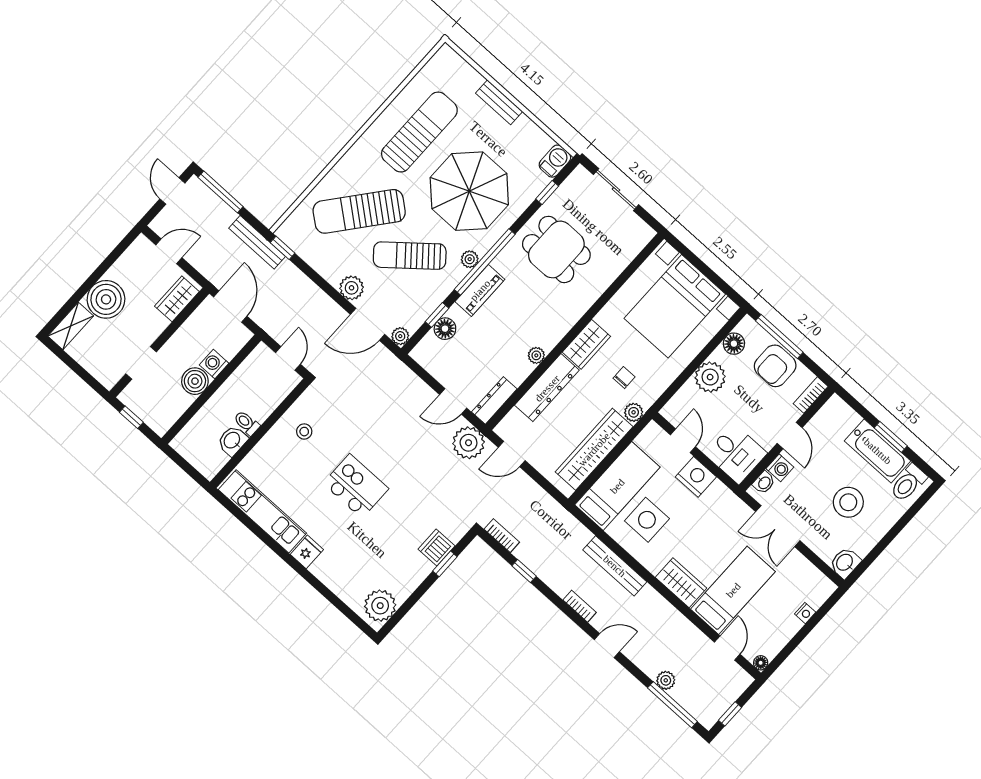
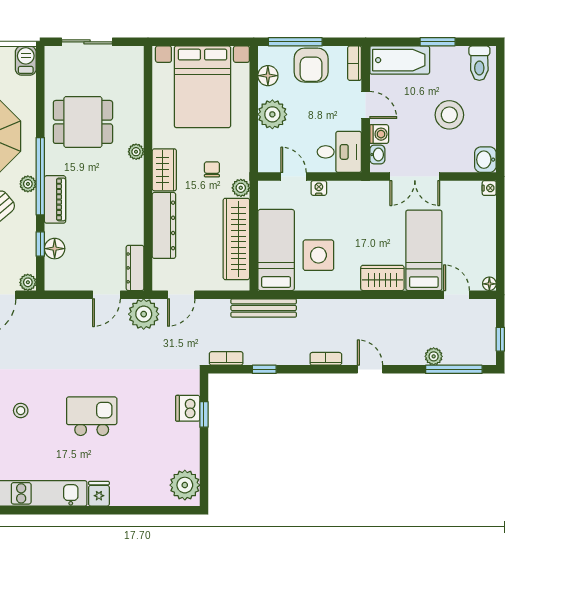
window: (547, 193) -> (40, 88), removed
plant: (536, 355) -> (136, 152), moved
bathtub: (878, 451) -> (400, 60), moved
nightstand: (696, 477) -> (319, 188), width x0.53, depth x0.56
bench: (615, 566) -> (264, 308), moved
nightstand: (805, 613) -> (489, 188), moved
door: (607, 646) -> (370, 369), hinge flipped

